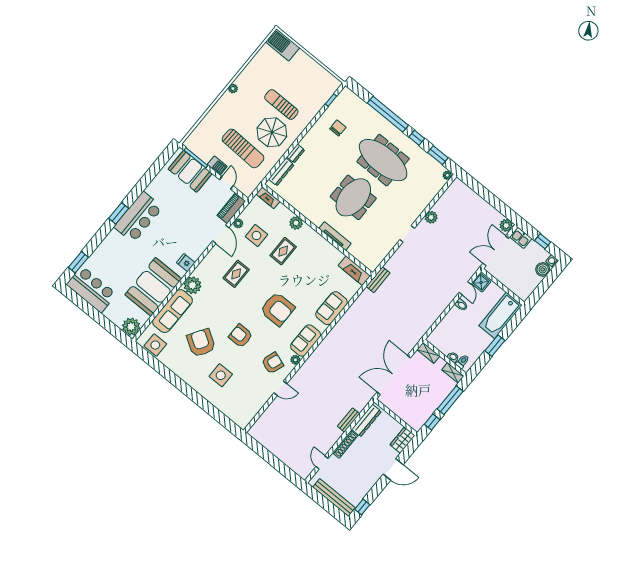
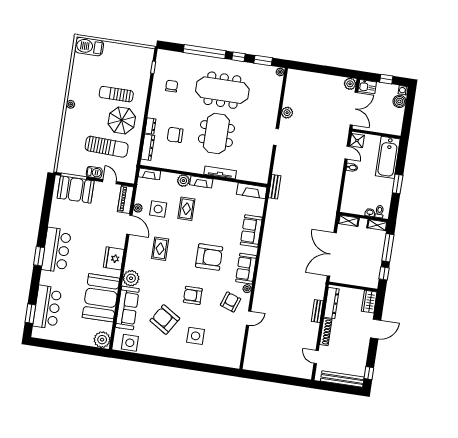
chair: (314, 176) -> (175, 135), added
fireplace: (312, 234) -> (201, 182), added
double door: (496, 251) -> (354, 109), swing flipped
fridge: (186, 263) -> (114, 258), width x1.88, depth x1.34
bar counter: (91, 289) -> (47, 307), moved, turned 90

